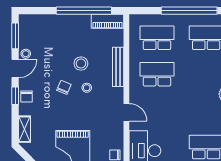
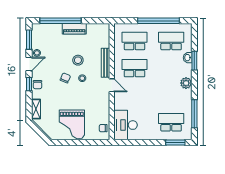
window: (84, 11) -> (60, 21), moved
piano: (107, 21) -> (74, 29), moved
door: (126, 112) -> (112, 85), moved

